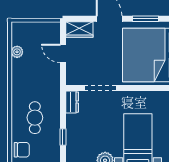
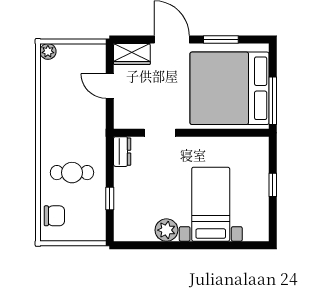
plant: (17, 52) -> (48, 51), moved
doorway: (100, 88) -> (160, 133), width x0.73
cafe table: (35, 118) -> (72, 173), turned 90

